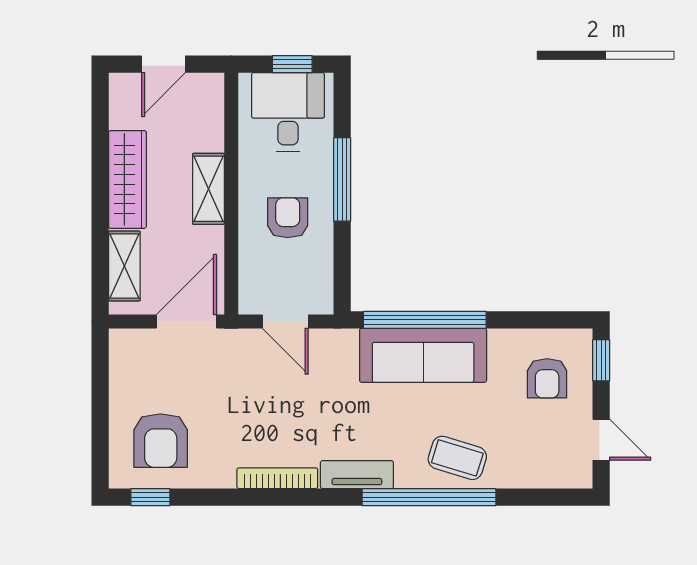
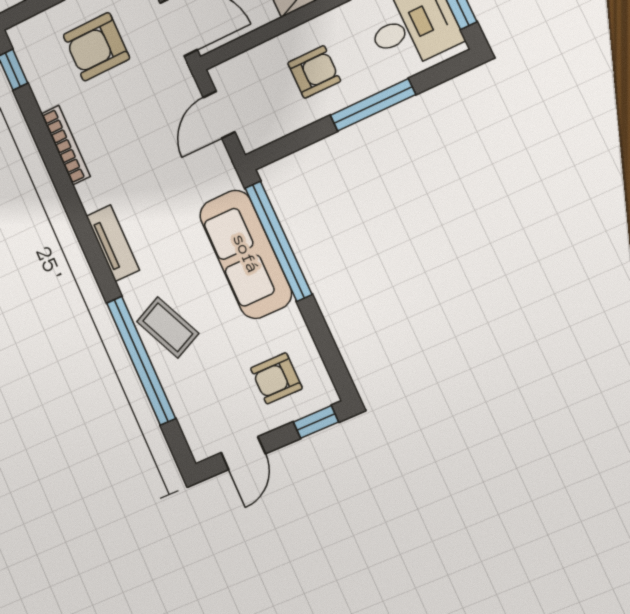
armchair: (161, 441) -> (96, 47), moved
coffee table: (457, 458) -> (168, 327), turned -42
bookcase: (277, 478) -> (66, 145), moved
window: (429, 497) -> (141, 361), moved

